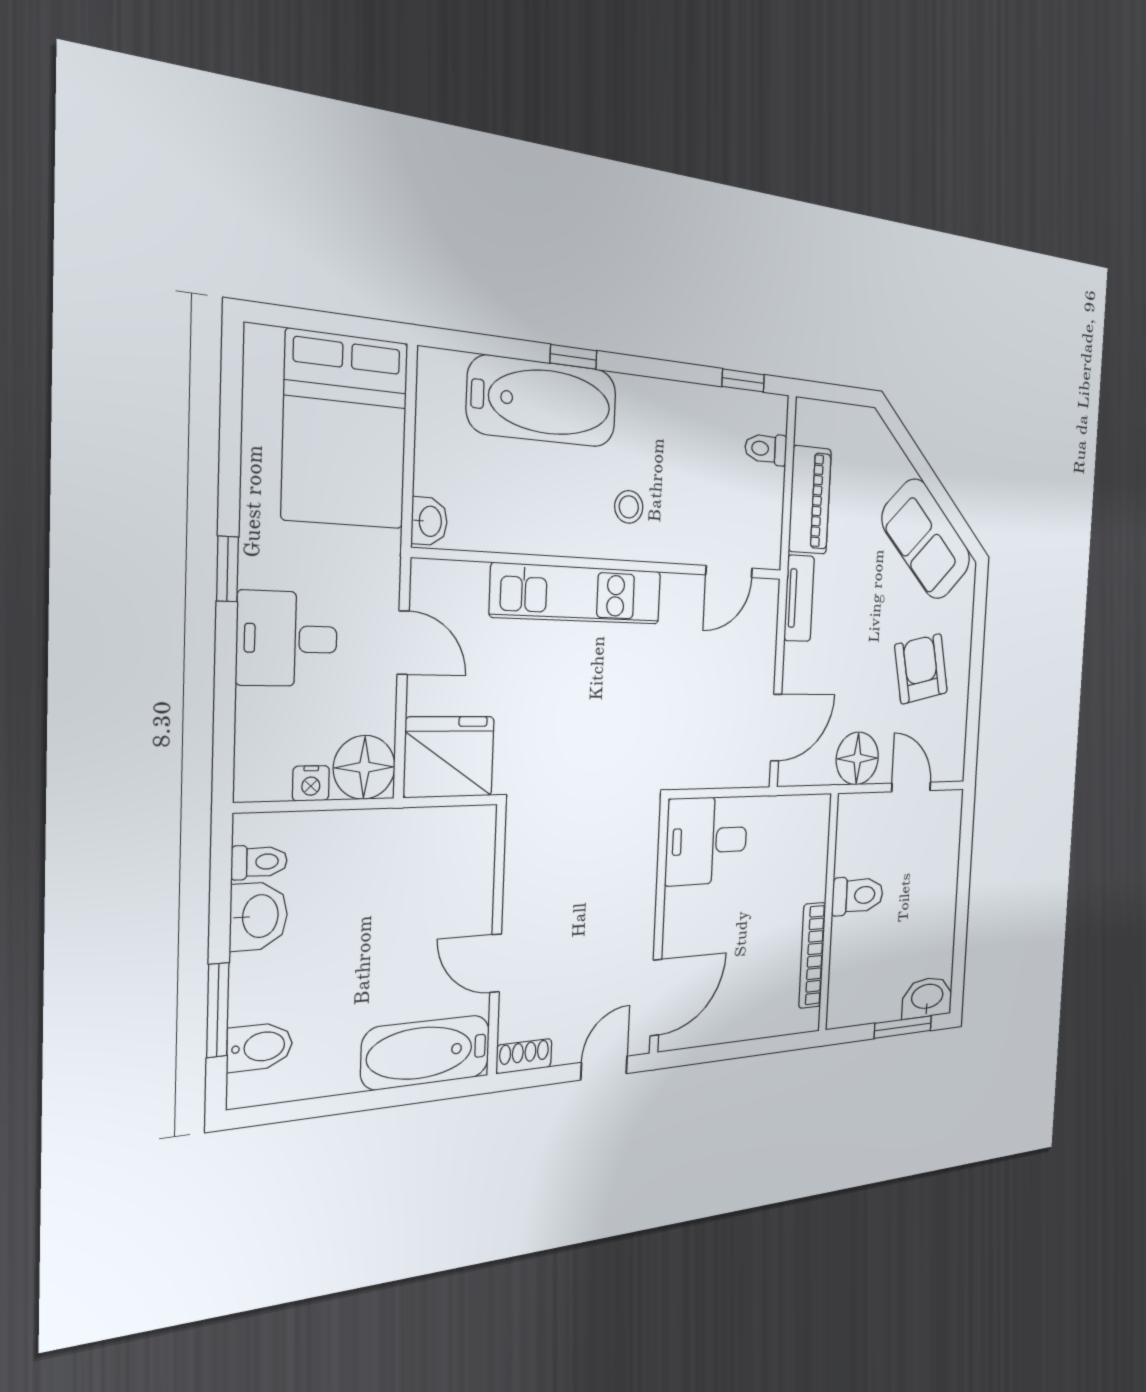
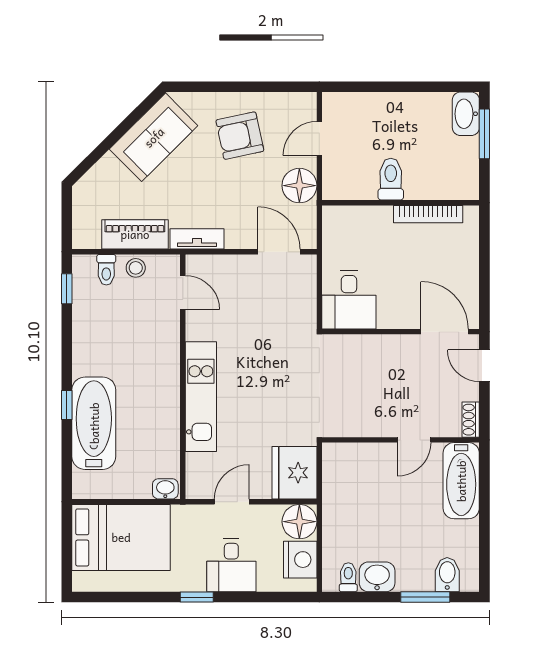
stool: (629, 507) -> (136, 268), moved
nightstand: (311, 783) -> (300, 560), width x1.89, depth x1.79

